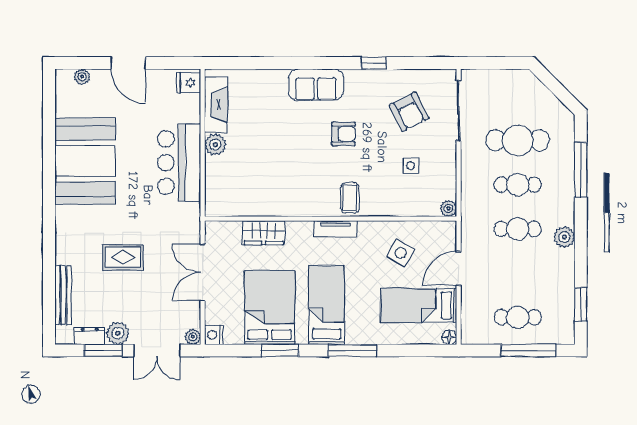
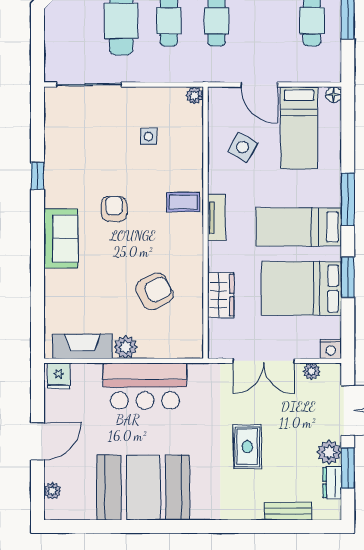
armchair: (409, 112) -> (154, 291), moved
bench: (63, 295) -> (288, 511), width x0.73
plant: (193, 337) -> (311, 371), moved

